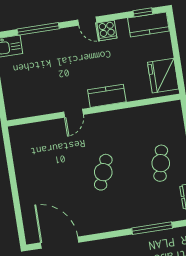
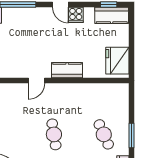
cafe table: (161, 163) -> (104, 134), turned -36
cafe table: (103, 172) -> (54, 134), turned -30

